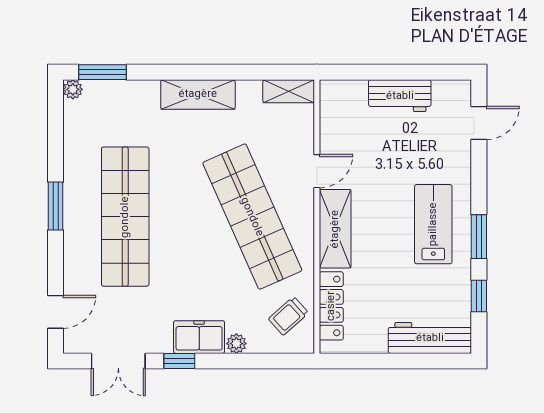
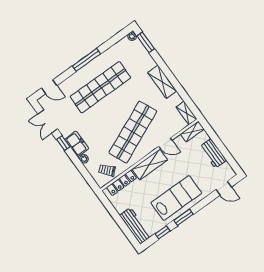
shelving: (331, 105) -> (192, 132), added
window: (56, 206) -> (86, 60), width x1.44
lab bench: (433, 224) -> (176, 198), width x1.36, depth x1.39

